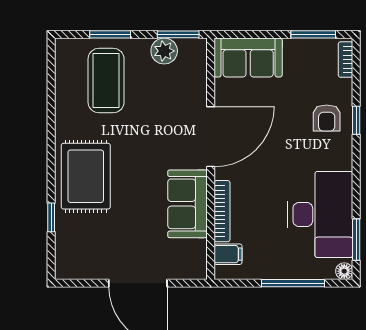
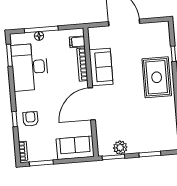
coffee table: (106, 81) -> (150, 129), removed
floor lamp: (344, 271) -> (39, 36), moved

